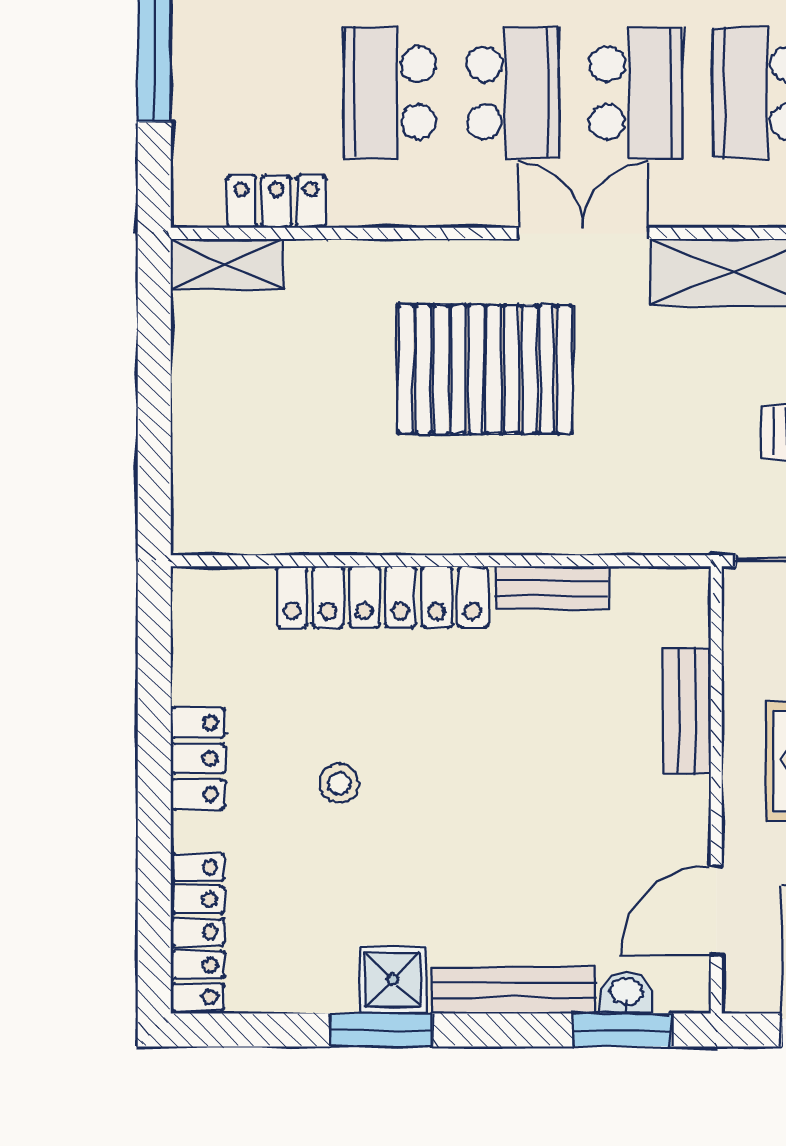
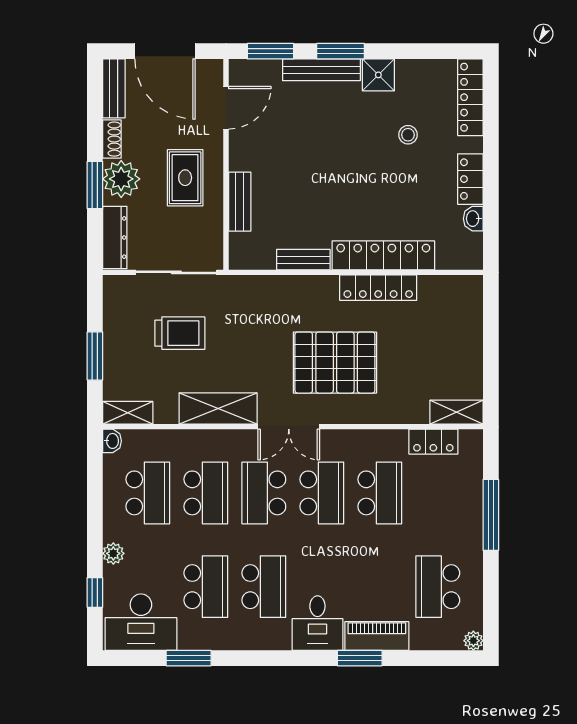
school desk: (513, 93) -> (322, 493), turned 180
locker: (393, 528) -> (378, 288), added
stool: (339, 783) -> (408, 135), moved
washbasin: (626, 993) -> (473, 219), moved, turned 90
window: (381, 1030) -> (341, 51), moved

